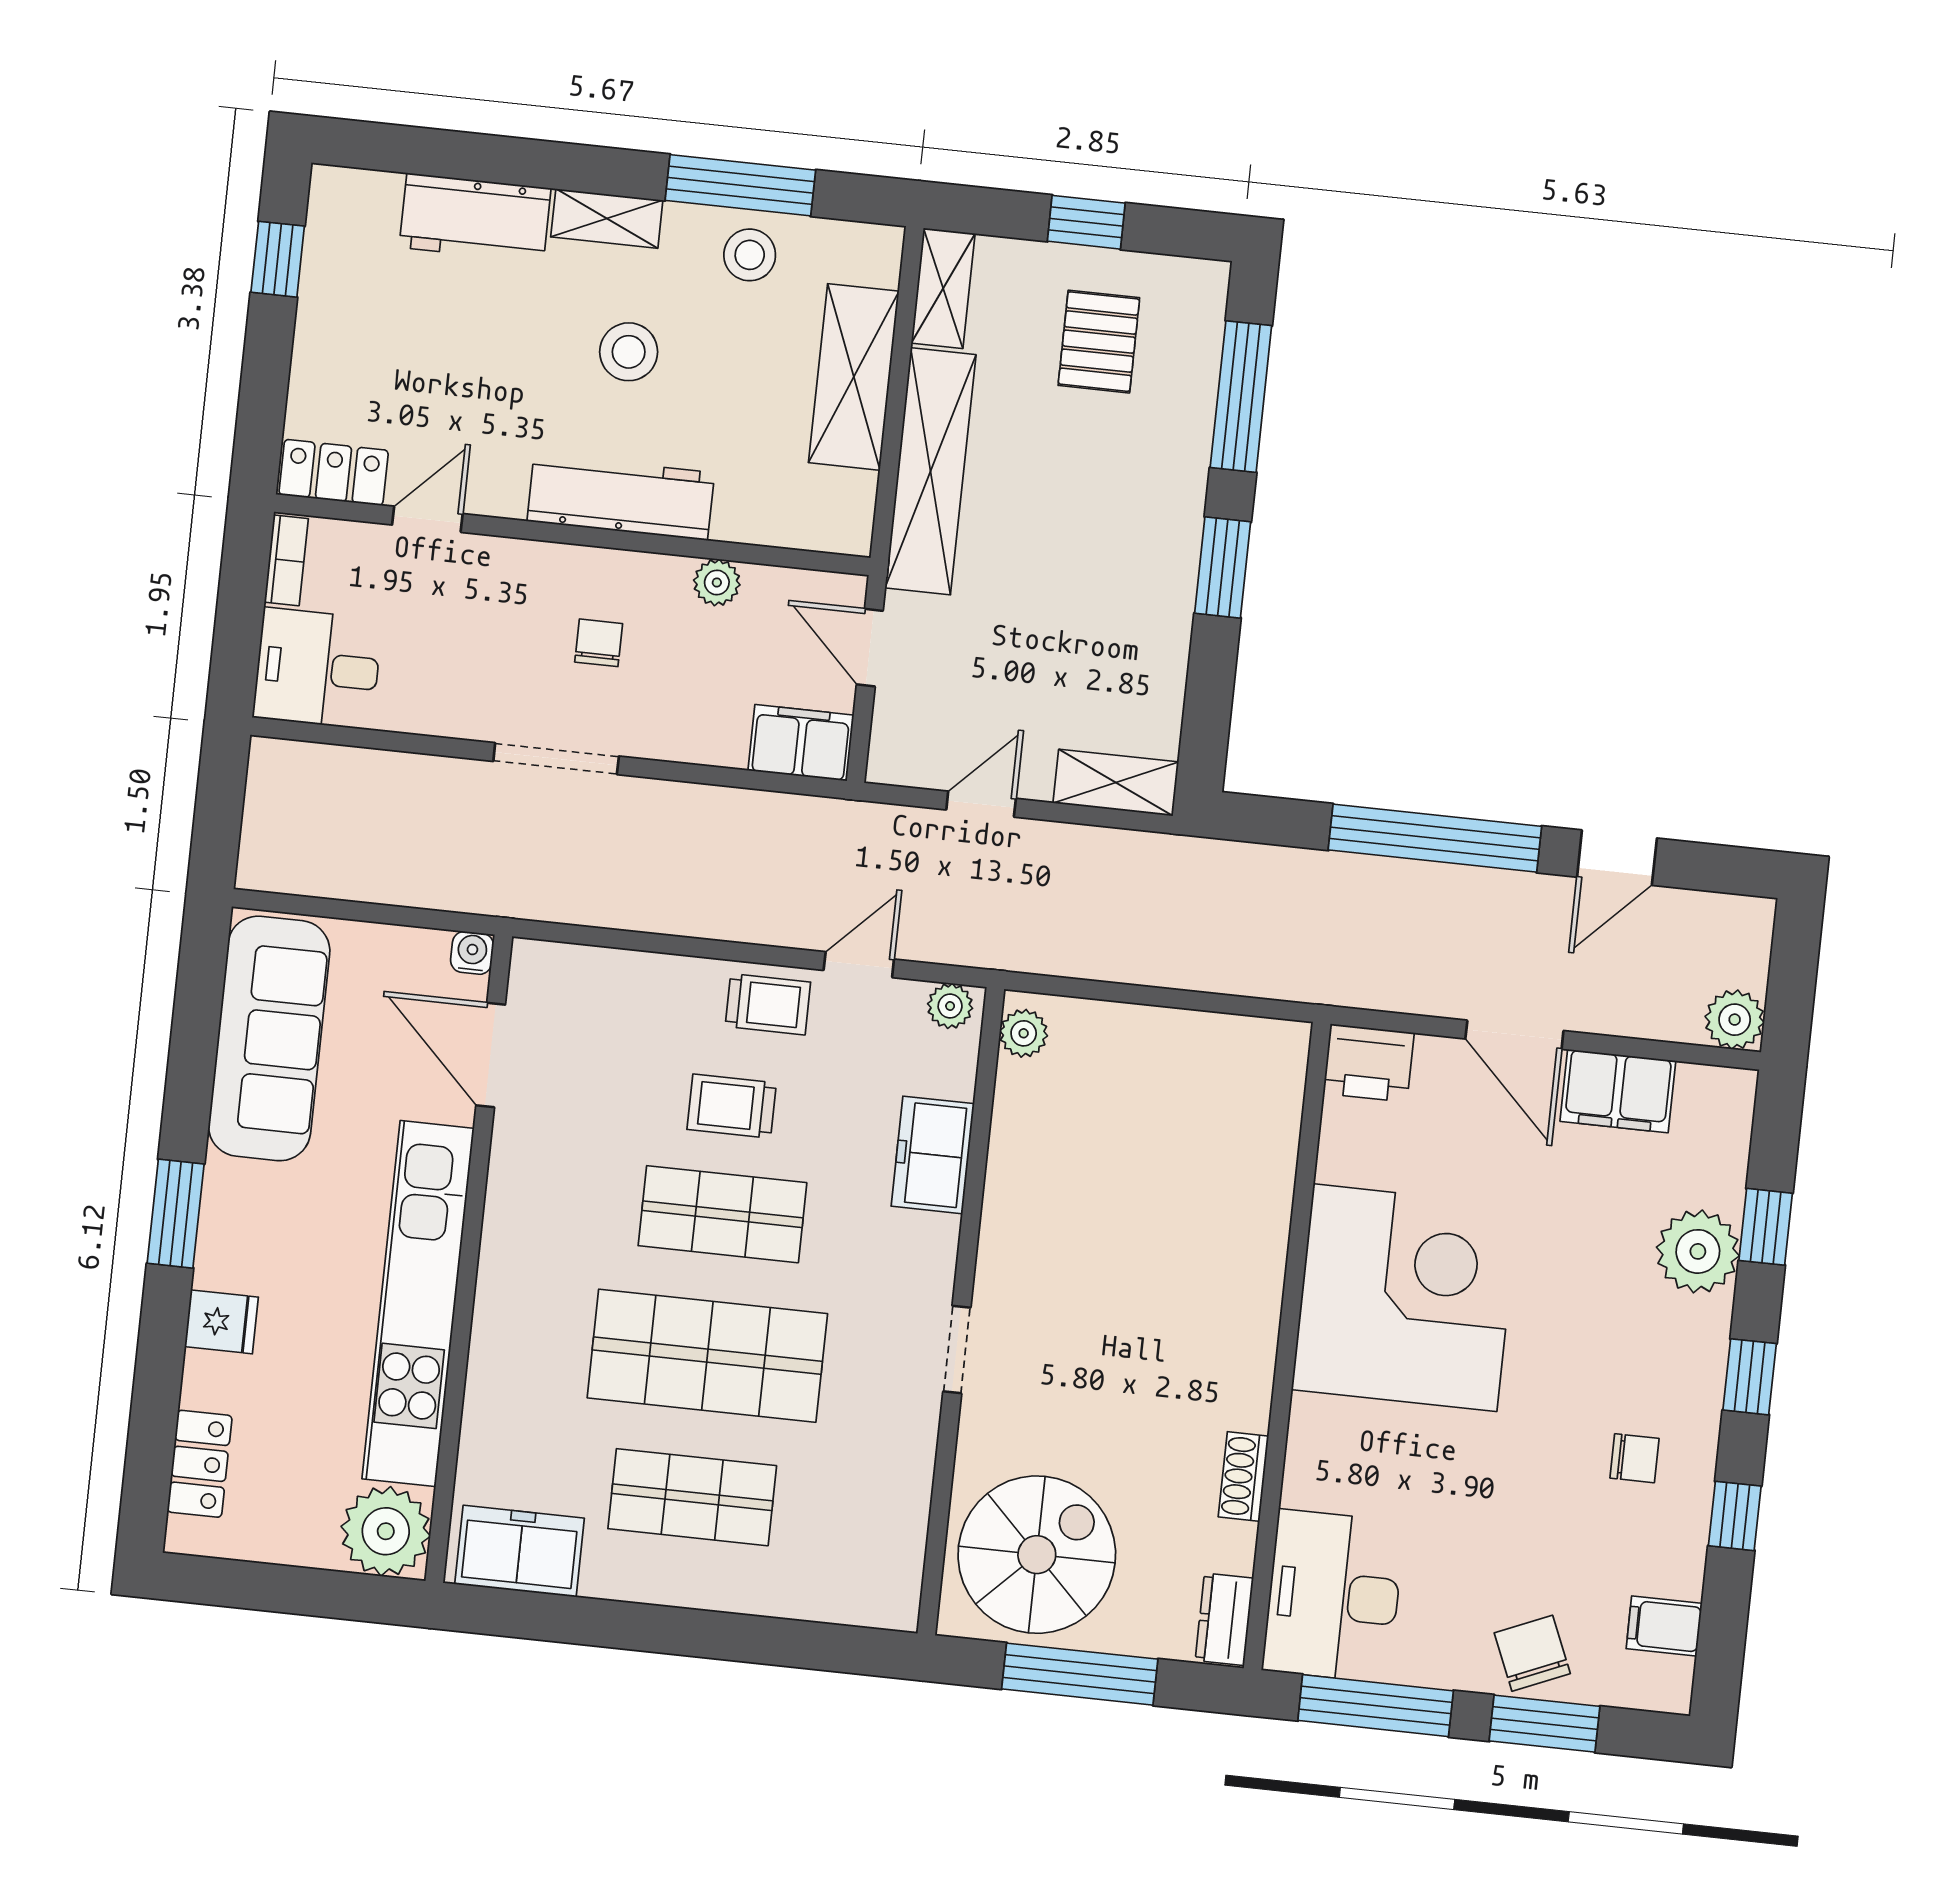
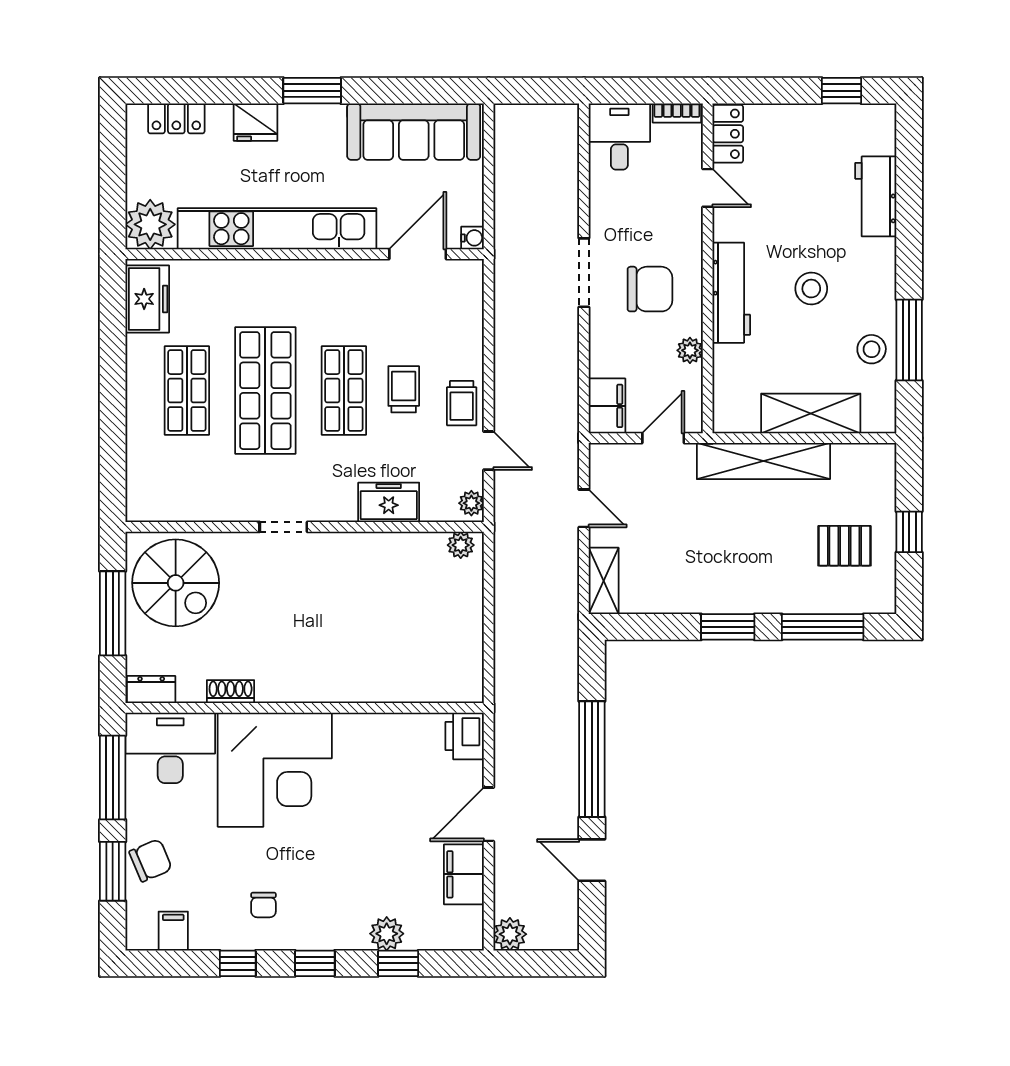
shelving: (607, 219) -> (883, 269), removed
shelving: (943, 288) -> (865, 457), removed
chair: (599, 643) -> (650, 289), width x1.87, depth x1.87
plant: (1698, 1251) -> (387, 934), width x0.73, depth x0.73
corner desk: (1405, 1298) -> (275, 770), moved
fridge: (222, 1322) -> (255, 122), width x1.38

